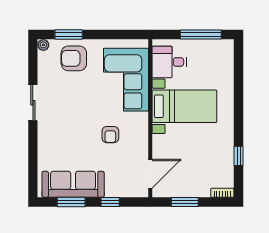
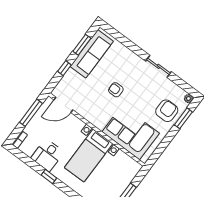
desk: (169, 62) -> (47, 155), moved, turned 180
armchair: (110, 135) -> (116, 90), moved
window: (239, 156) -> (49, 177), moved
door: (150, 174) -> (63, 105), hinge flipped
window: (185, 202) -> (31, 113), width x1.44

